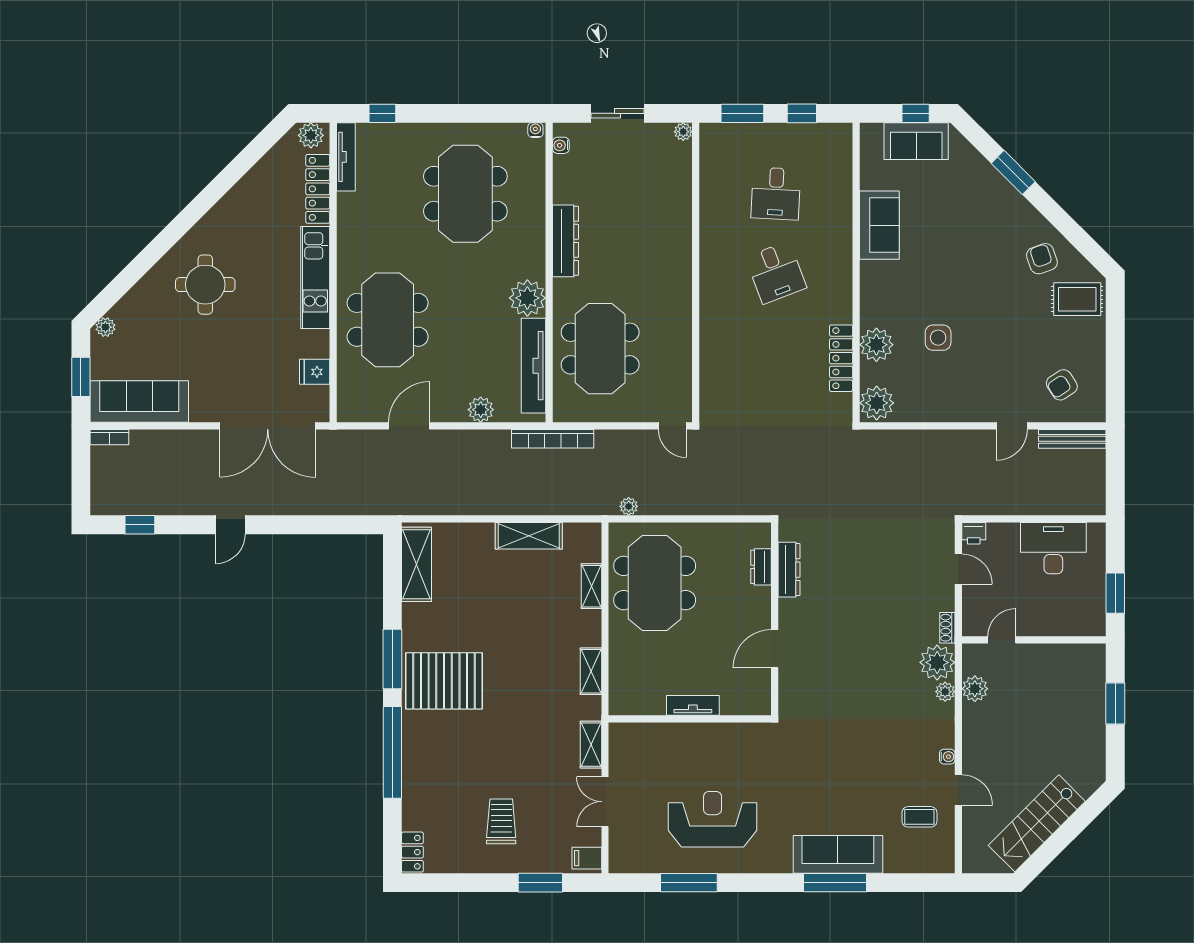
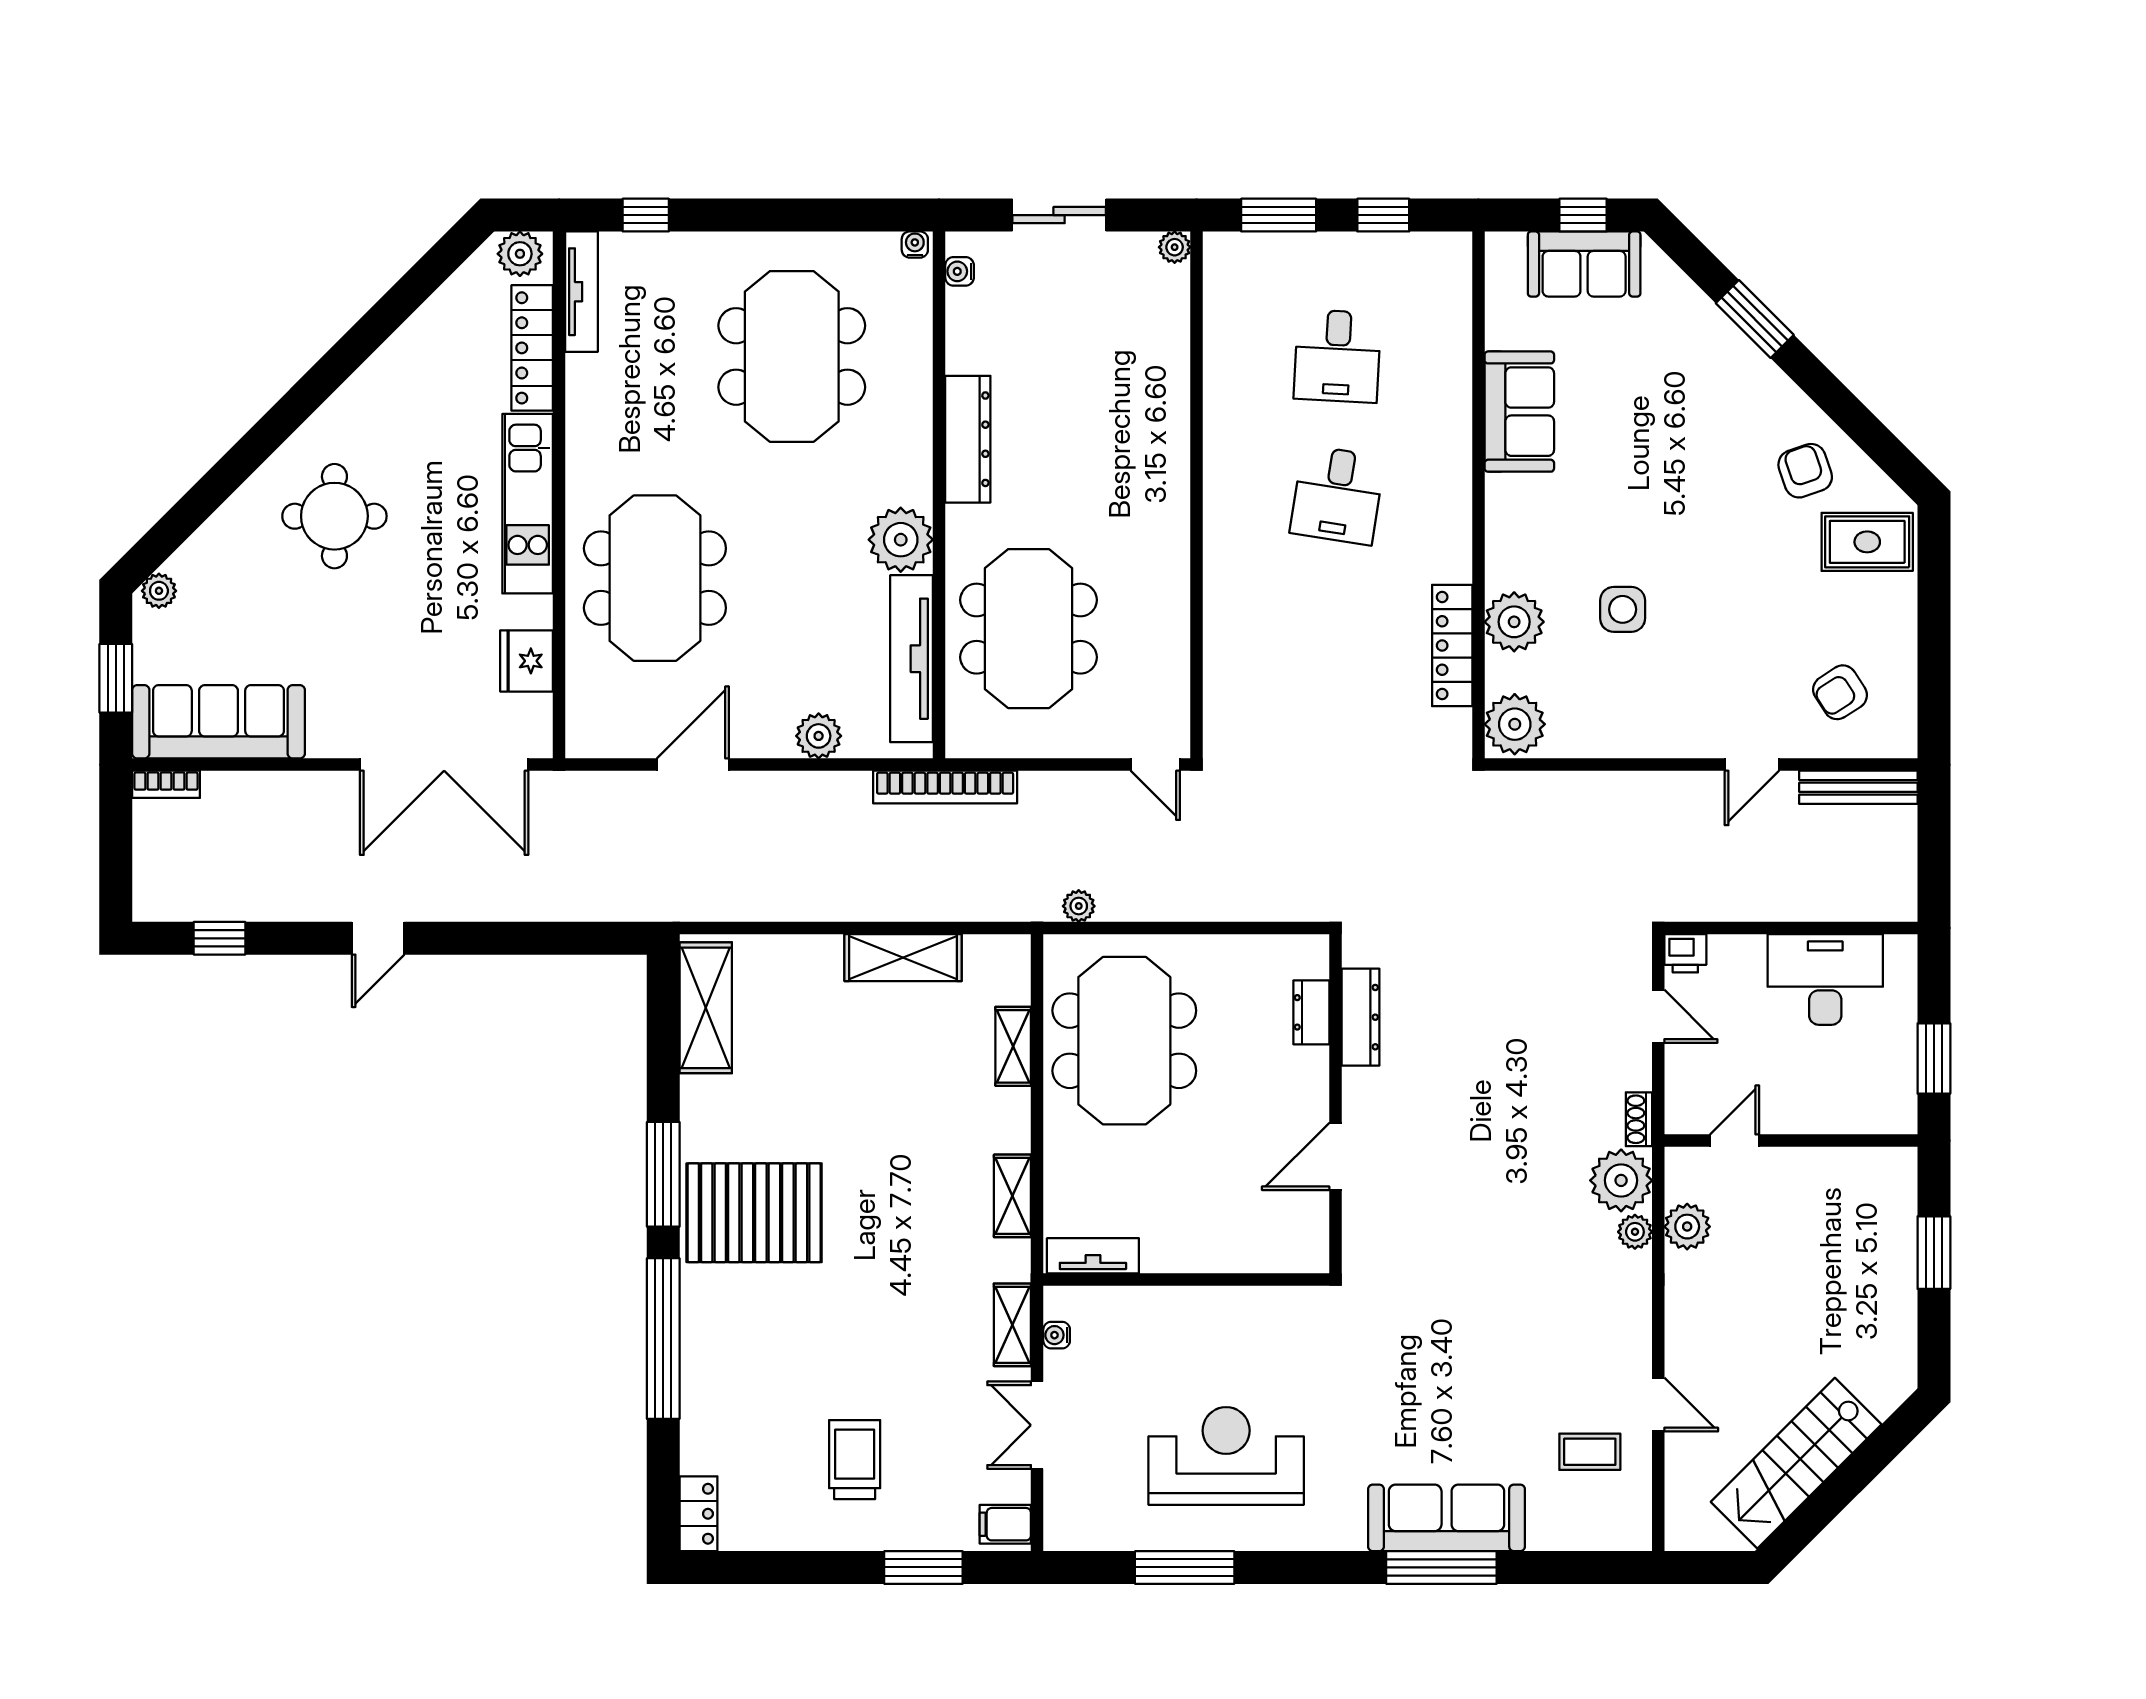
desk: (776, 273) -> (1337, 495), turned 30
fridge: (315, 372) -> (527, 661), width x1.38
tv unit: (693, 705) -> (1093, 1256), moved
water cooler: (947, 757) -> (1057, 1335), moved, turned 180

